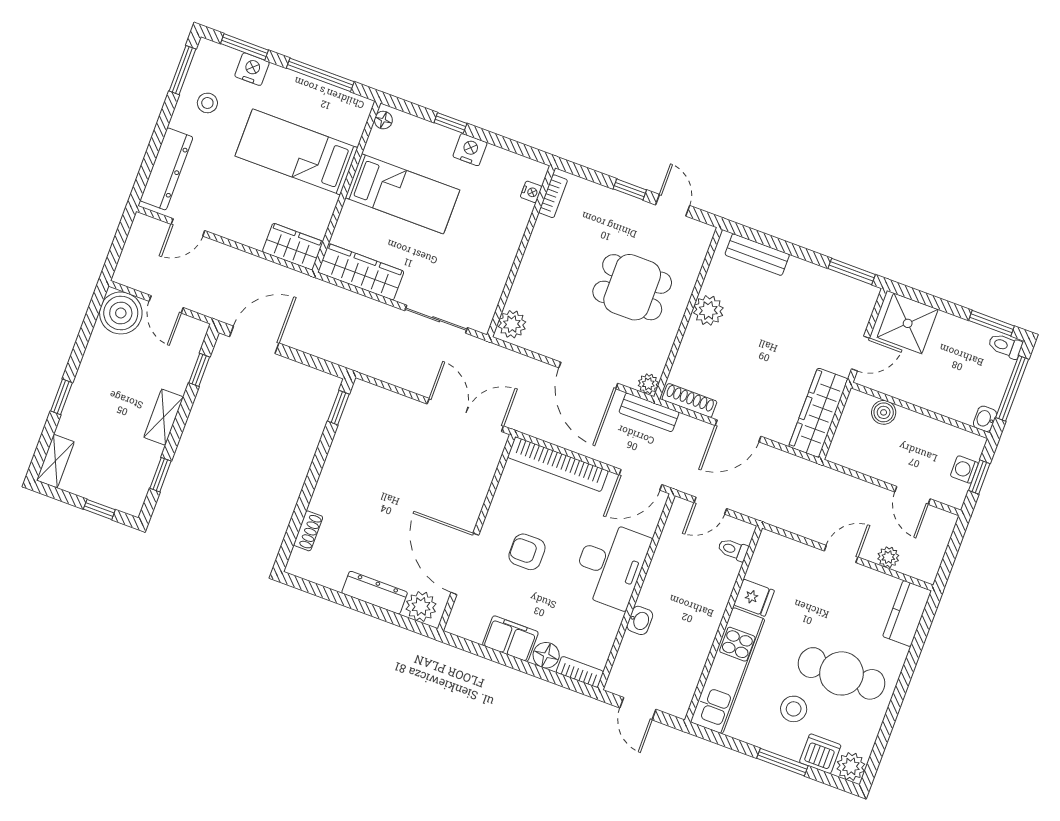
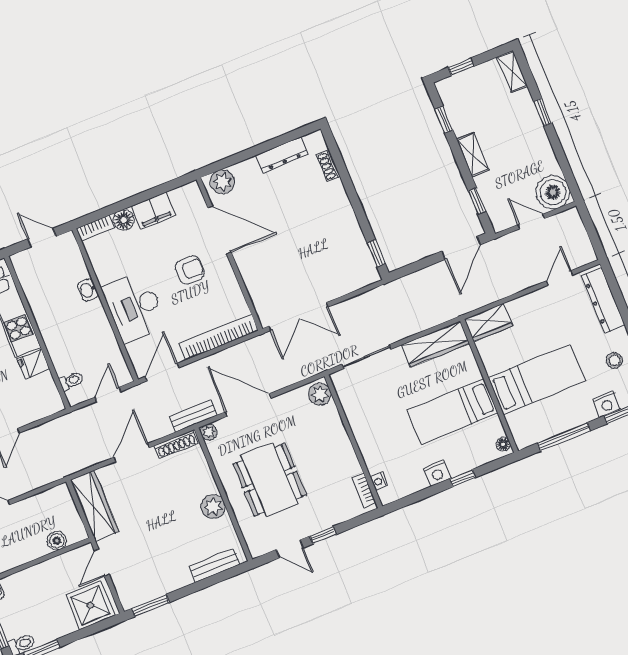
dining table: (632, 287) -> (270, 480), width x1.38
dresser: (375, 593) -> (282, 155), moved

